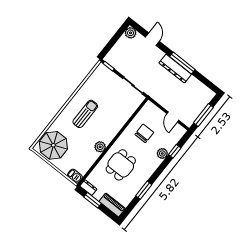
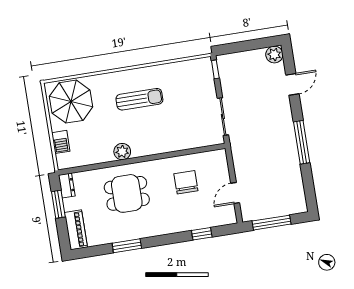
dresser: (175, 69) -> (288, 141), removed
chair: (144, 133) -> (186, 182), turned -90
plant: (162, 153) -> (185, 223), removed
barbecue: (75, 176) -> (61, 142), moved

